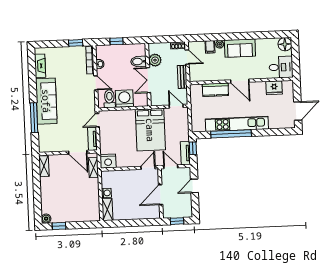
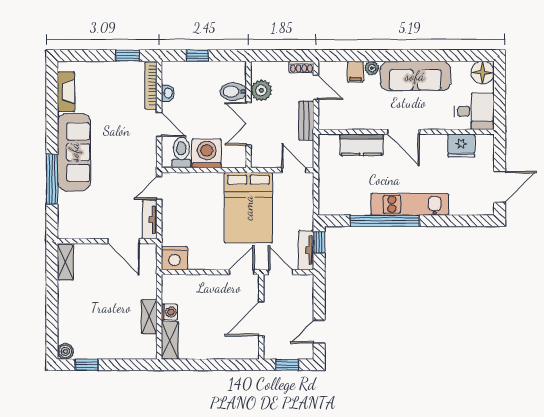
sofa: (240, 48) -> (415, 76), width x1.36
kitchen unit: (237, 124) -> (410, 204), width x0.73
shelving: (93, 168) -> (149, 317), moved
door: (194, 186) -> (319, 332), moved

